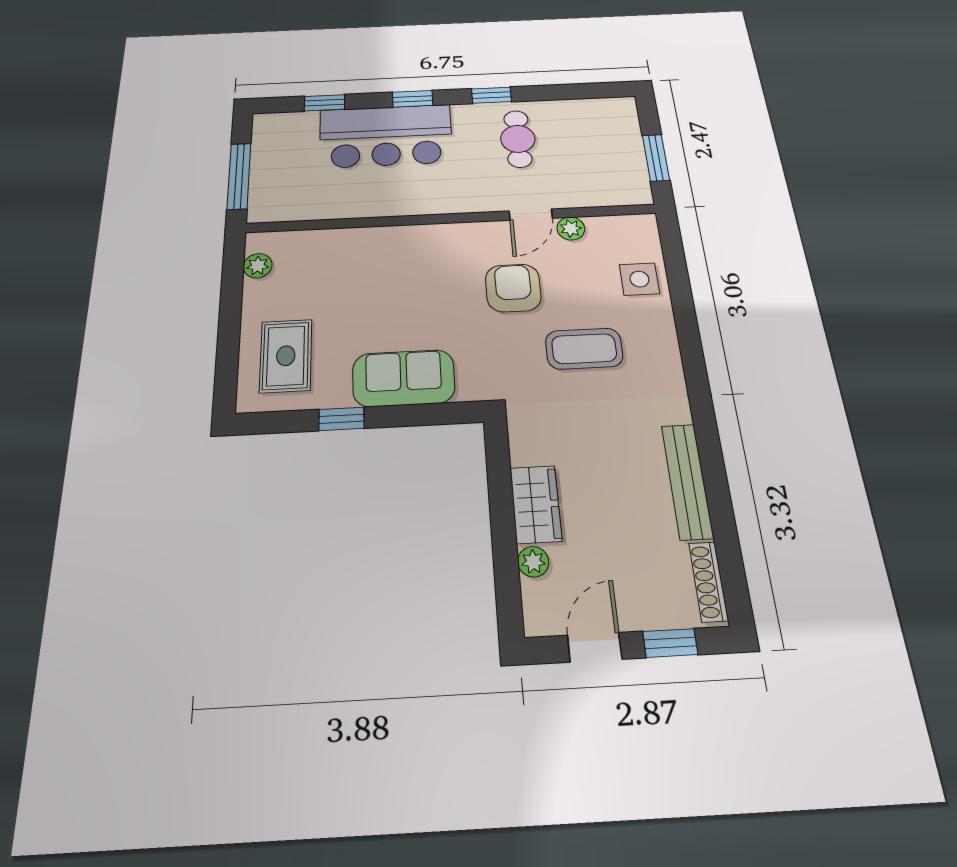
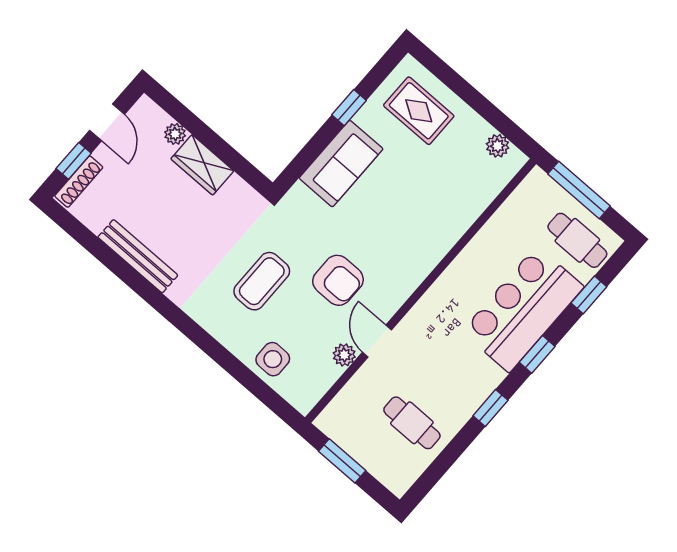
cafe table: (518, 139) -> (412, 423), moved
cafe table: (286, 144) -> (577, 240), added
shoe rack: (708, 582) -> (79, 182), moved, turned 90

